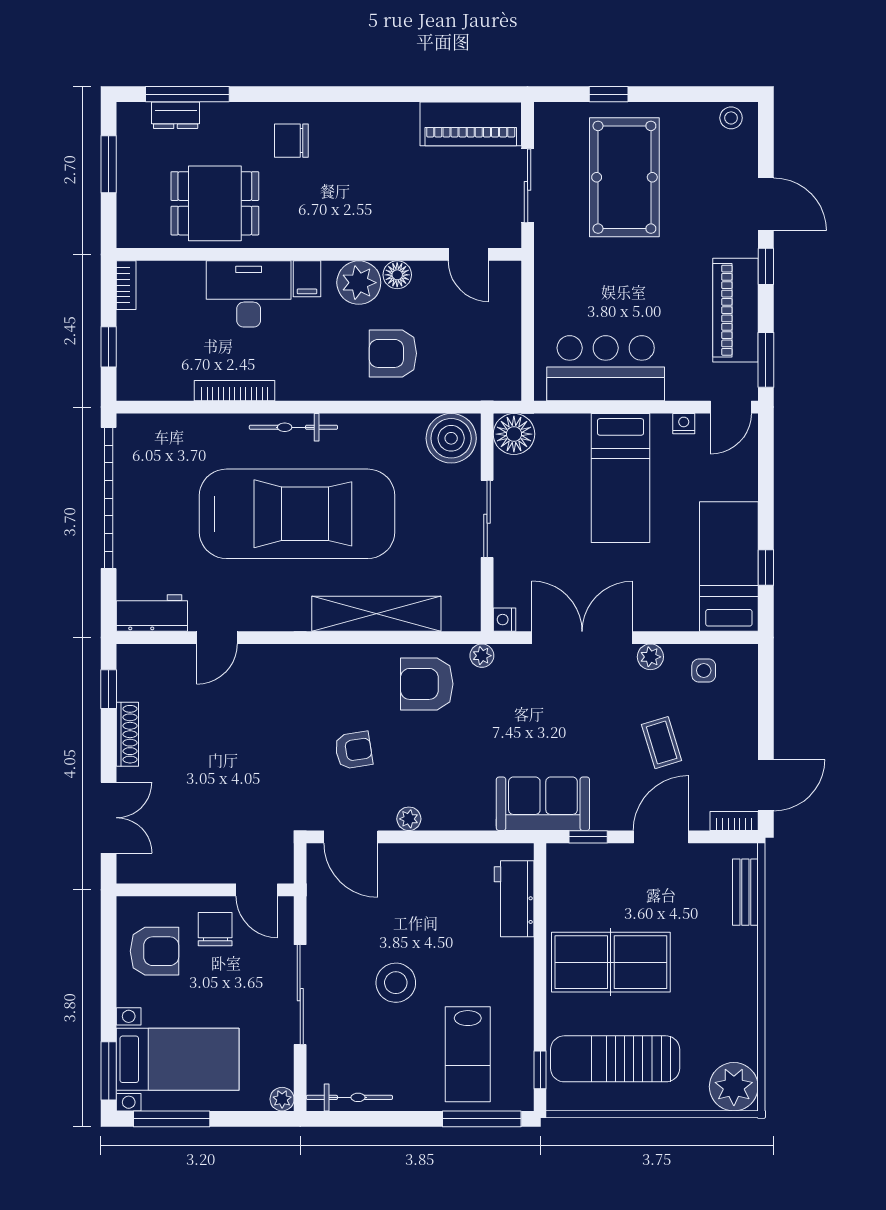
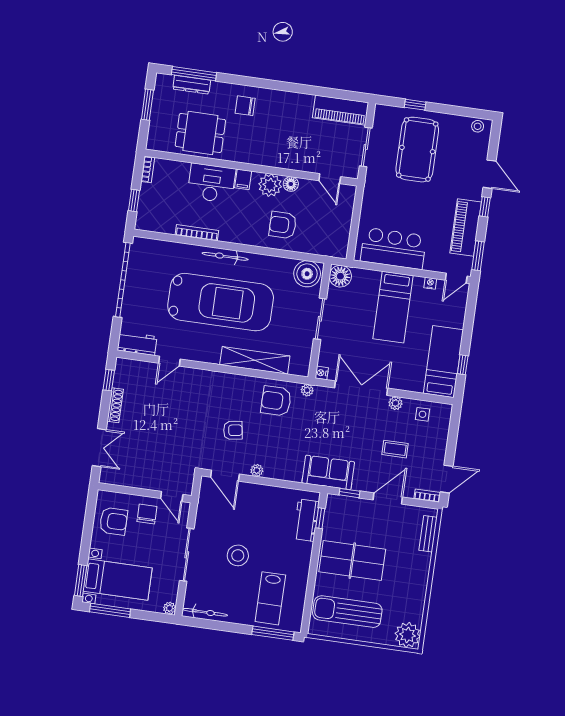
dresser: (176, 115) -> (192, 85), width x1.44
coffee table: (662, 743) -> (395, 449), turned -73
window: (540, 1070) -> (320, 518), moved

